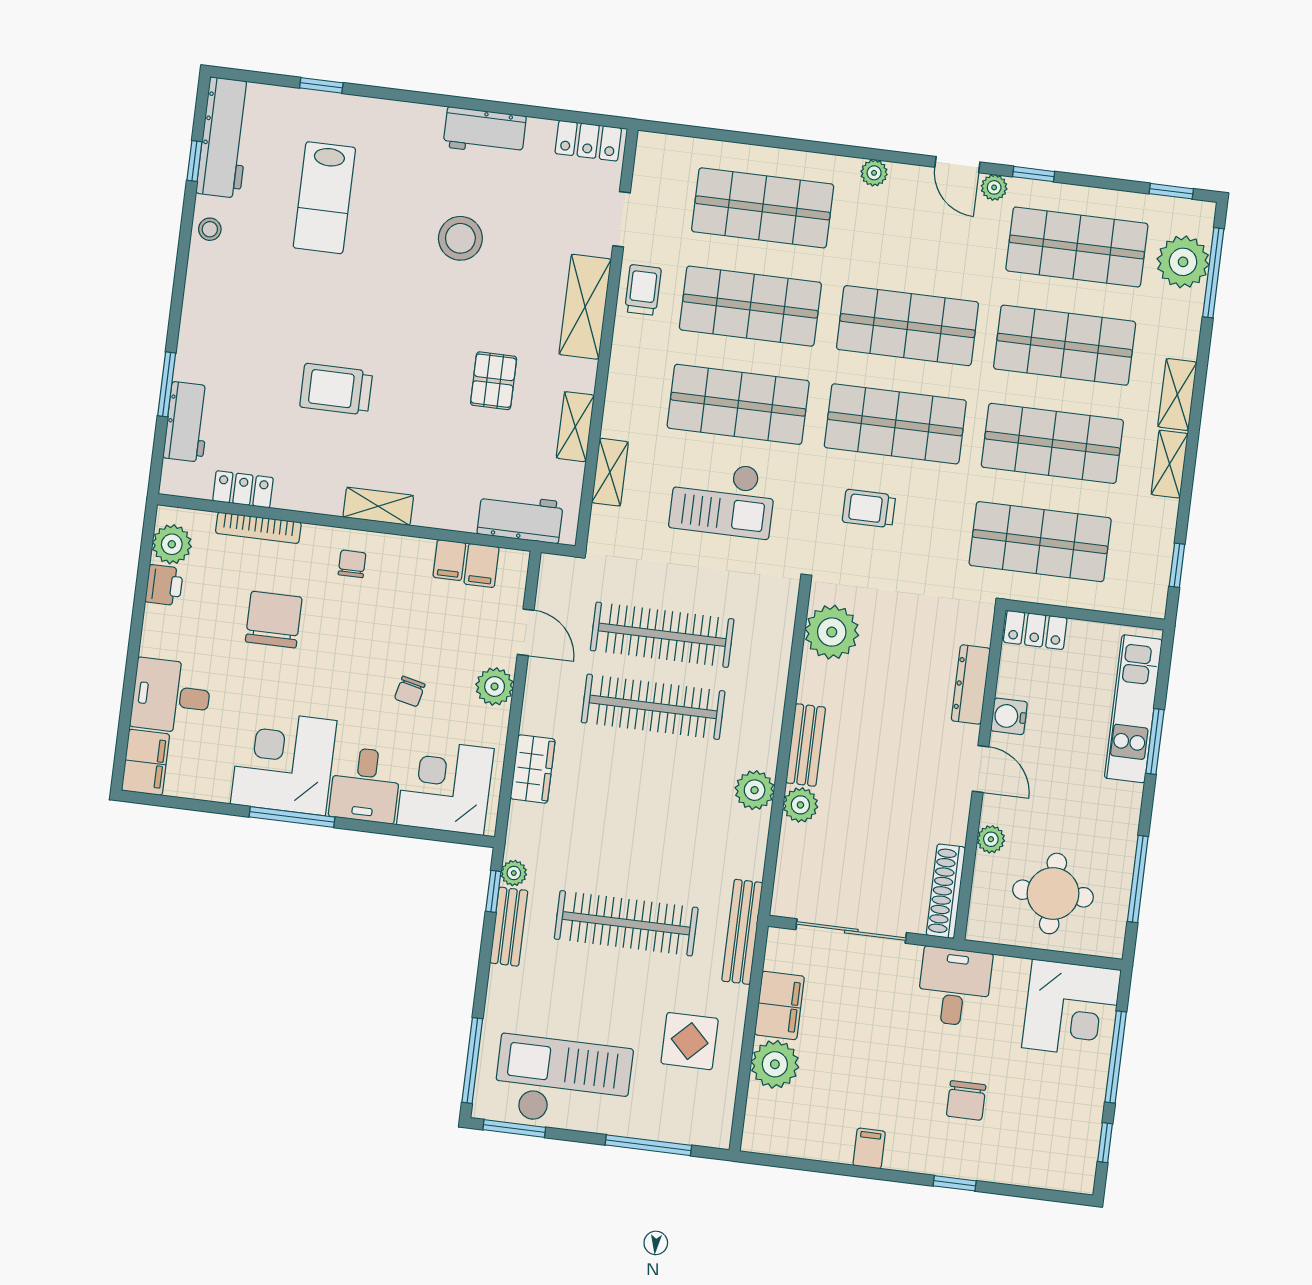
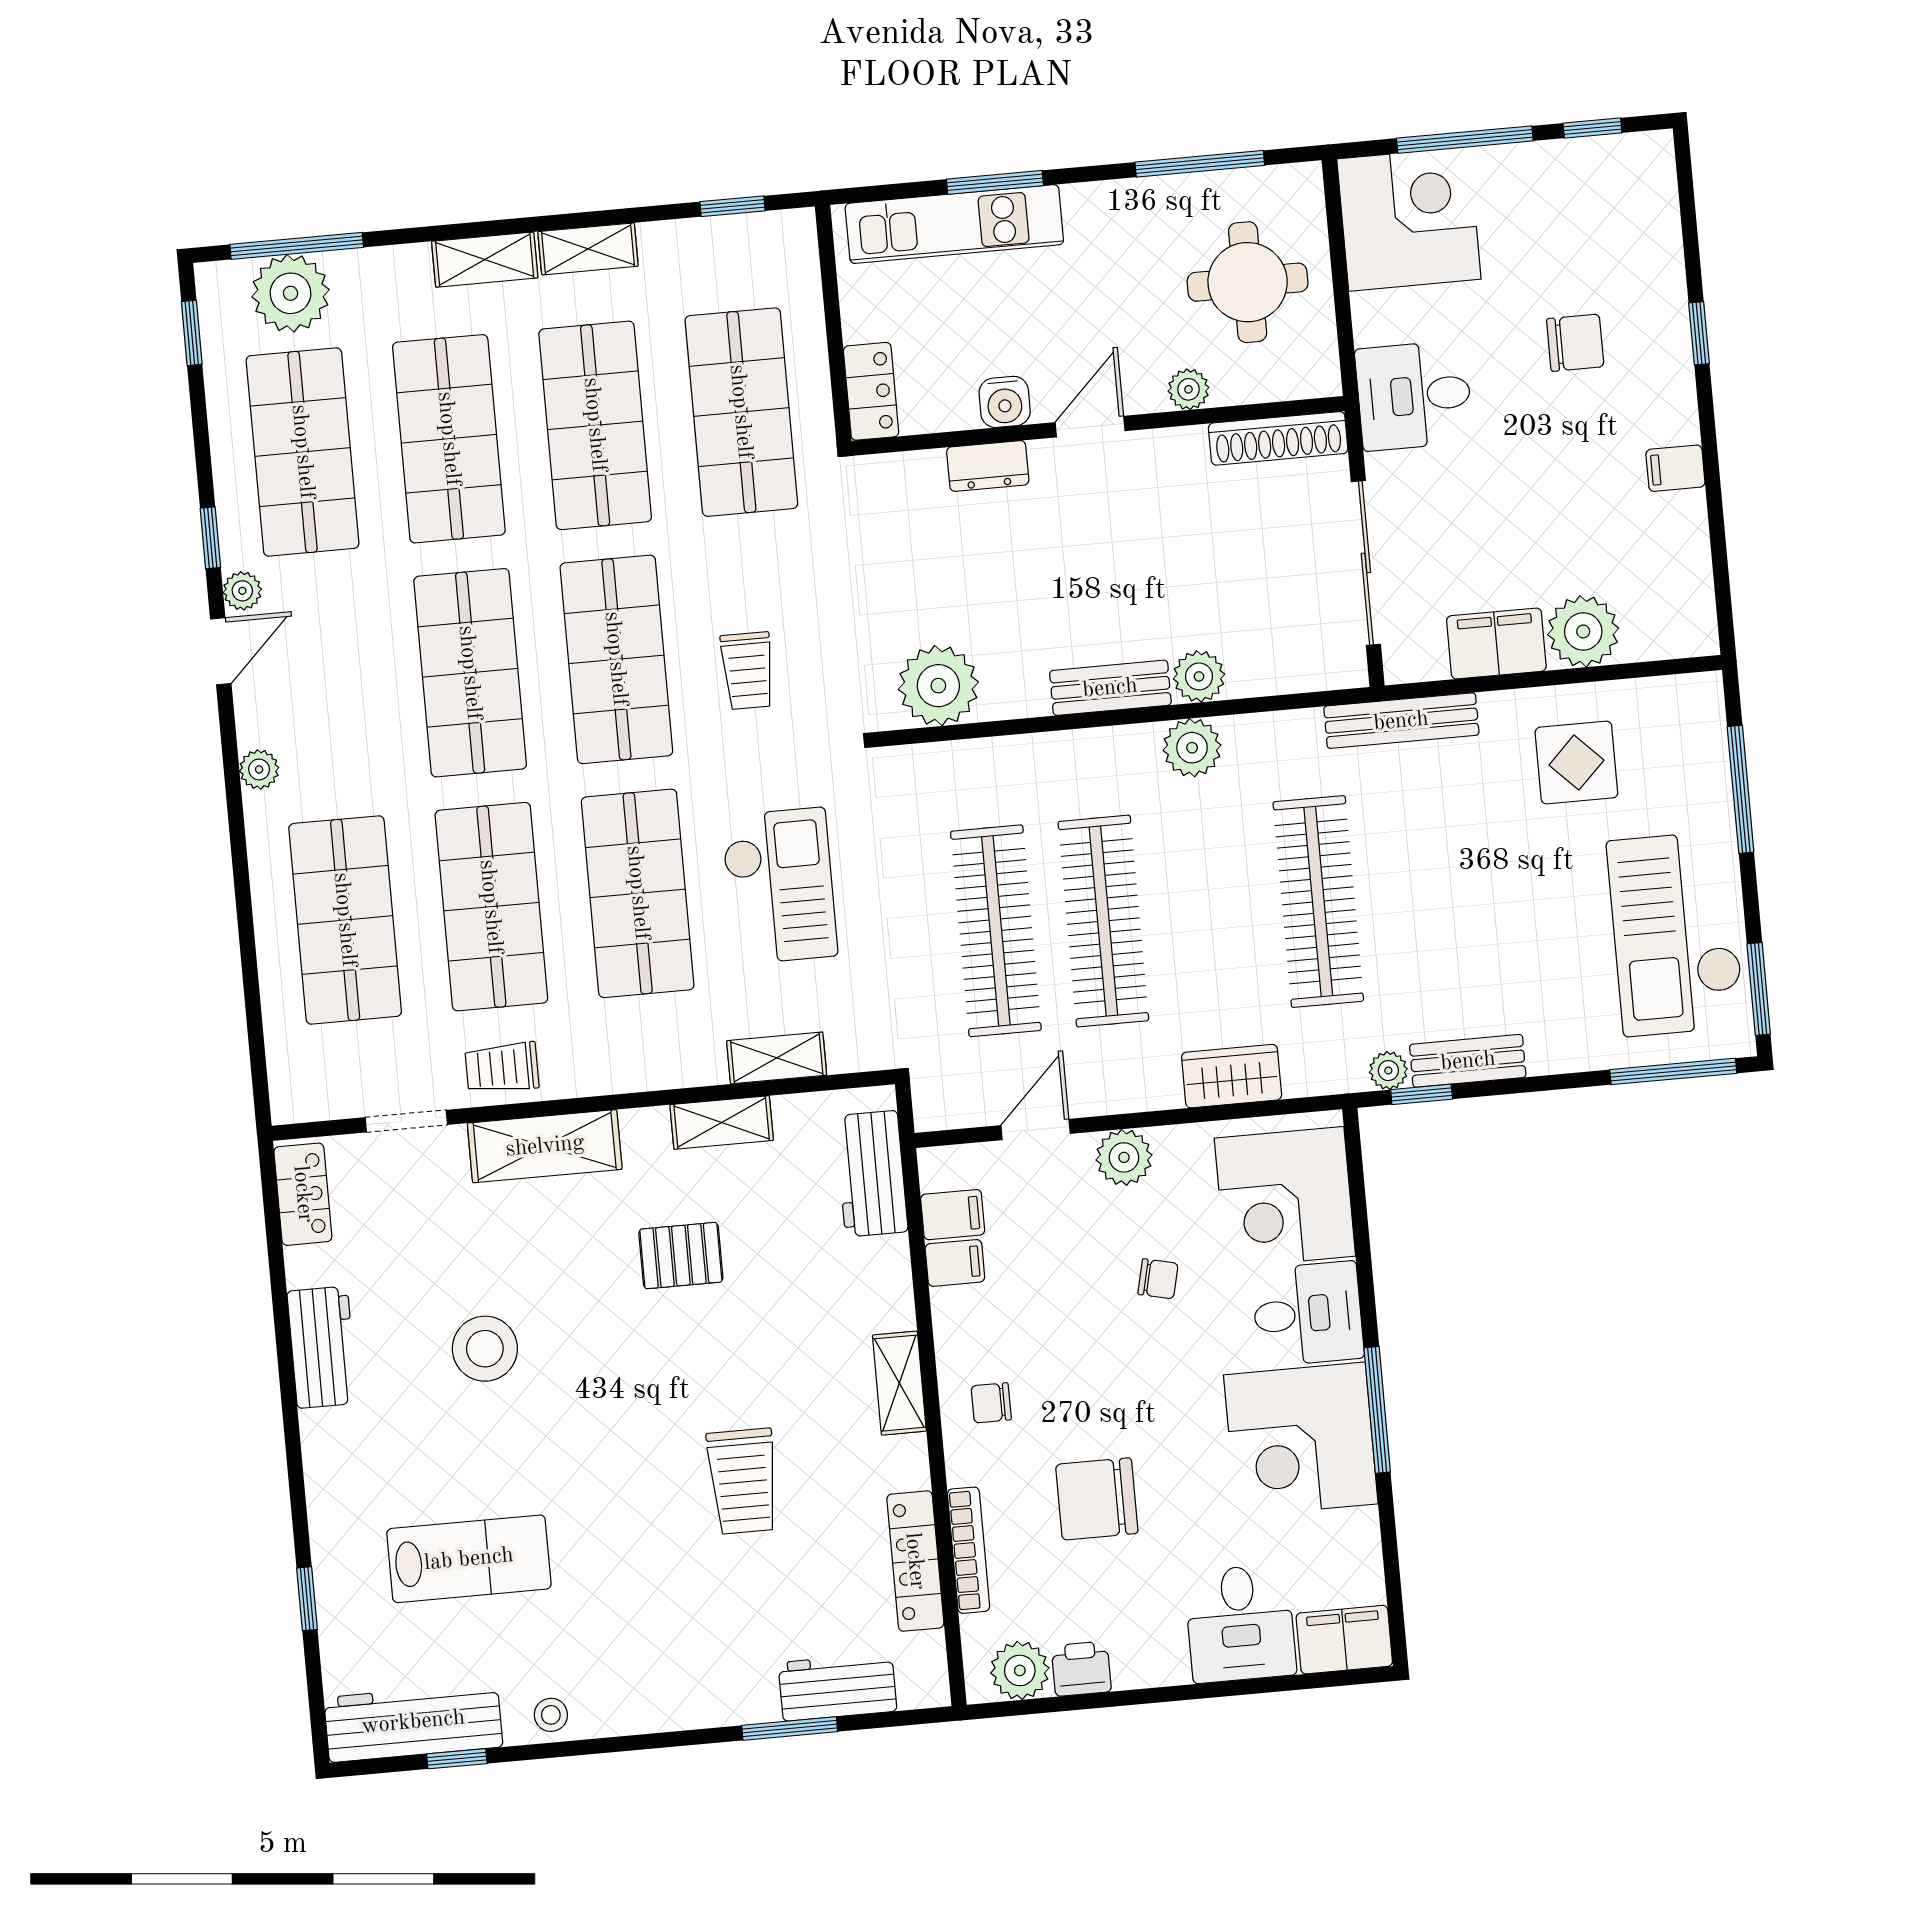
locker: (243, 489) -> (915, 1561), width x1.53
dresser: (971, 684) -> (988, 466), width x0.70
clothes rail: (626, 923) -> (1318, 901), moved

